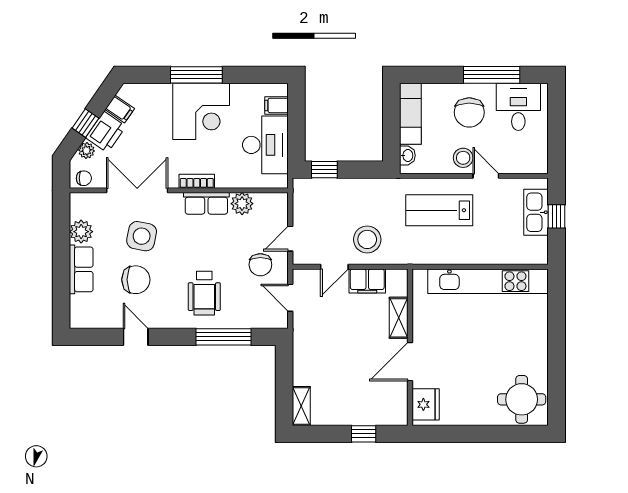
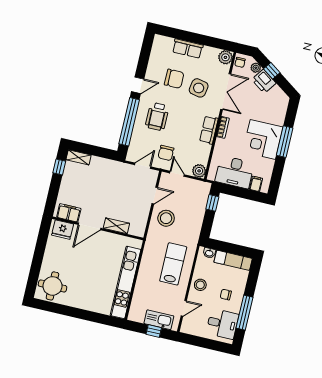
filing cabinet: (120, 109) -> (275, 93), removed
chair: (469, 112) -> (226, 295), width x0.54, depth x0.54
door: (486, 176) -> (184, 308), moved
plant: (242, 204) -> (199, 171), moved
plant: (81, 232) -> (225, 57), moved
chair: (260, 265) -> (166, 153), turned -90
door: (334, 267) -> (155, 196), swing flipped
chair: (136, 280) -> (174, 79), turned -90
filing cabinet: (367, 281) -> (69, 213), moved, turned 90
wheelchair: (204, 293) -> (157, 117), turned -90
door: (136, 337) -> (138, 85), moved
window: (224, 337) -> (129, 122), width x1.46
door: (410, 362) -> (89, 226), swing flipped
window: (364, 434) -> (59, 167), moved

